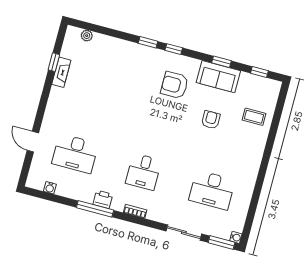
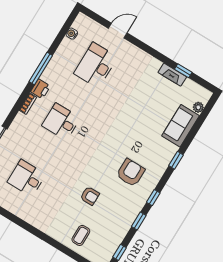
window: (174, 49) -> (153, 198), moved
sofa: (218, 77) -> (181, 126), moved
desk: (212, 190) -> (27, 178), width x0.73
printer: (103, 199) -> (40, 89), moved

